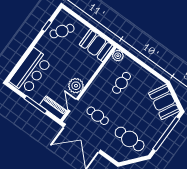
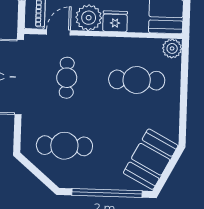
fridge: (86, 74) -> (115, 21), added
cafe table: (121, 83) -> (137, 80), width x1.37, depth x1.35
cafe table: (130, 139) -> (64, 146), turned 90

